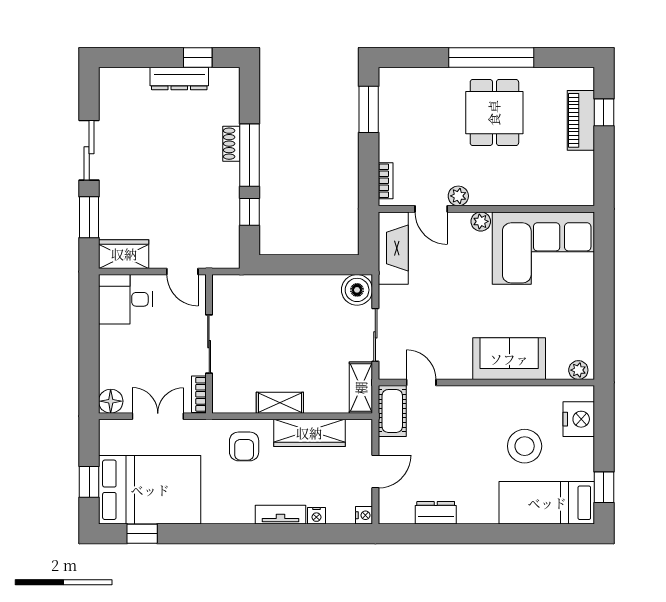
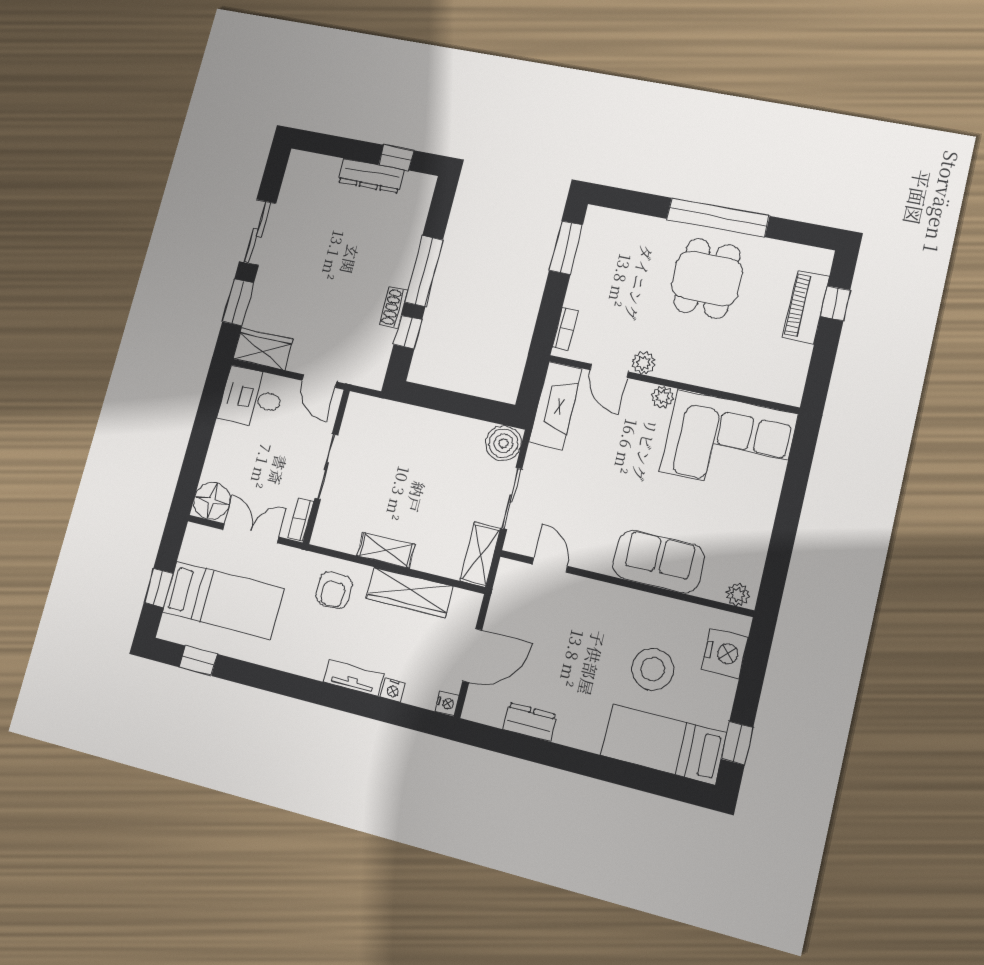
shoe rack: (231, 144) -> (394, 308), moved
floor lamp: (111, 401) -> (212, 501), width x1.38, depth x1.38
cot: (392, 411) -> (509, 590), removed
door: (375, 472) -> (472, 656), width x1.38
bed: (150, 490) -> (223, 600), width x0.67

